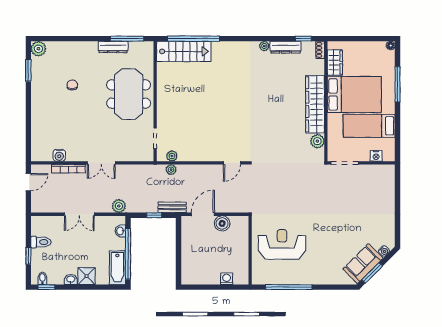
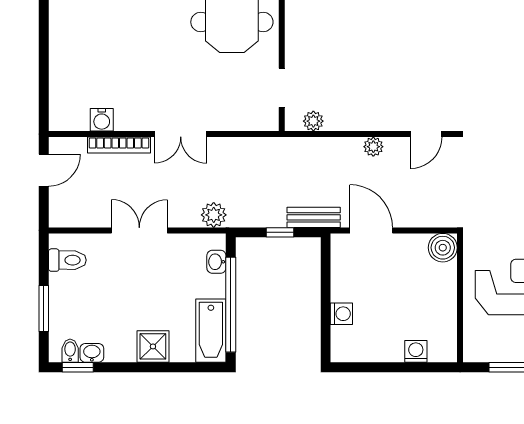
plant: (171, 170) -> (373, 147), moved
double door: (79, 214) -> (139, 230), swing flipped
door: (203, 214) -> (371, 230), hinge flipped
boiler: (222, 223) -> (443, 248), moved
toilet: (41, 242) -> (67, 260), moved
window: (28, 256) -> (44, 309), width x1.50
washing machine: (187, 259) -> (341, 314), added
washbasin: (71, 279) -> (92, 353), moved

